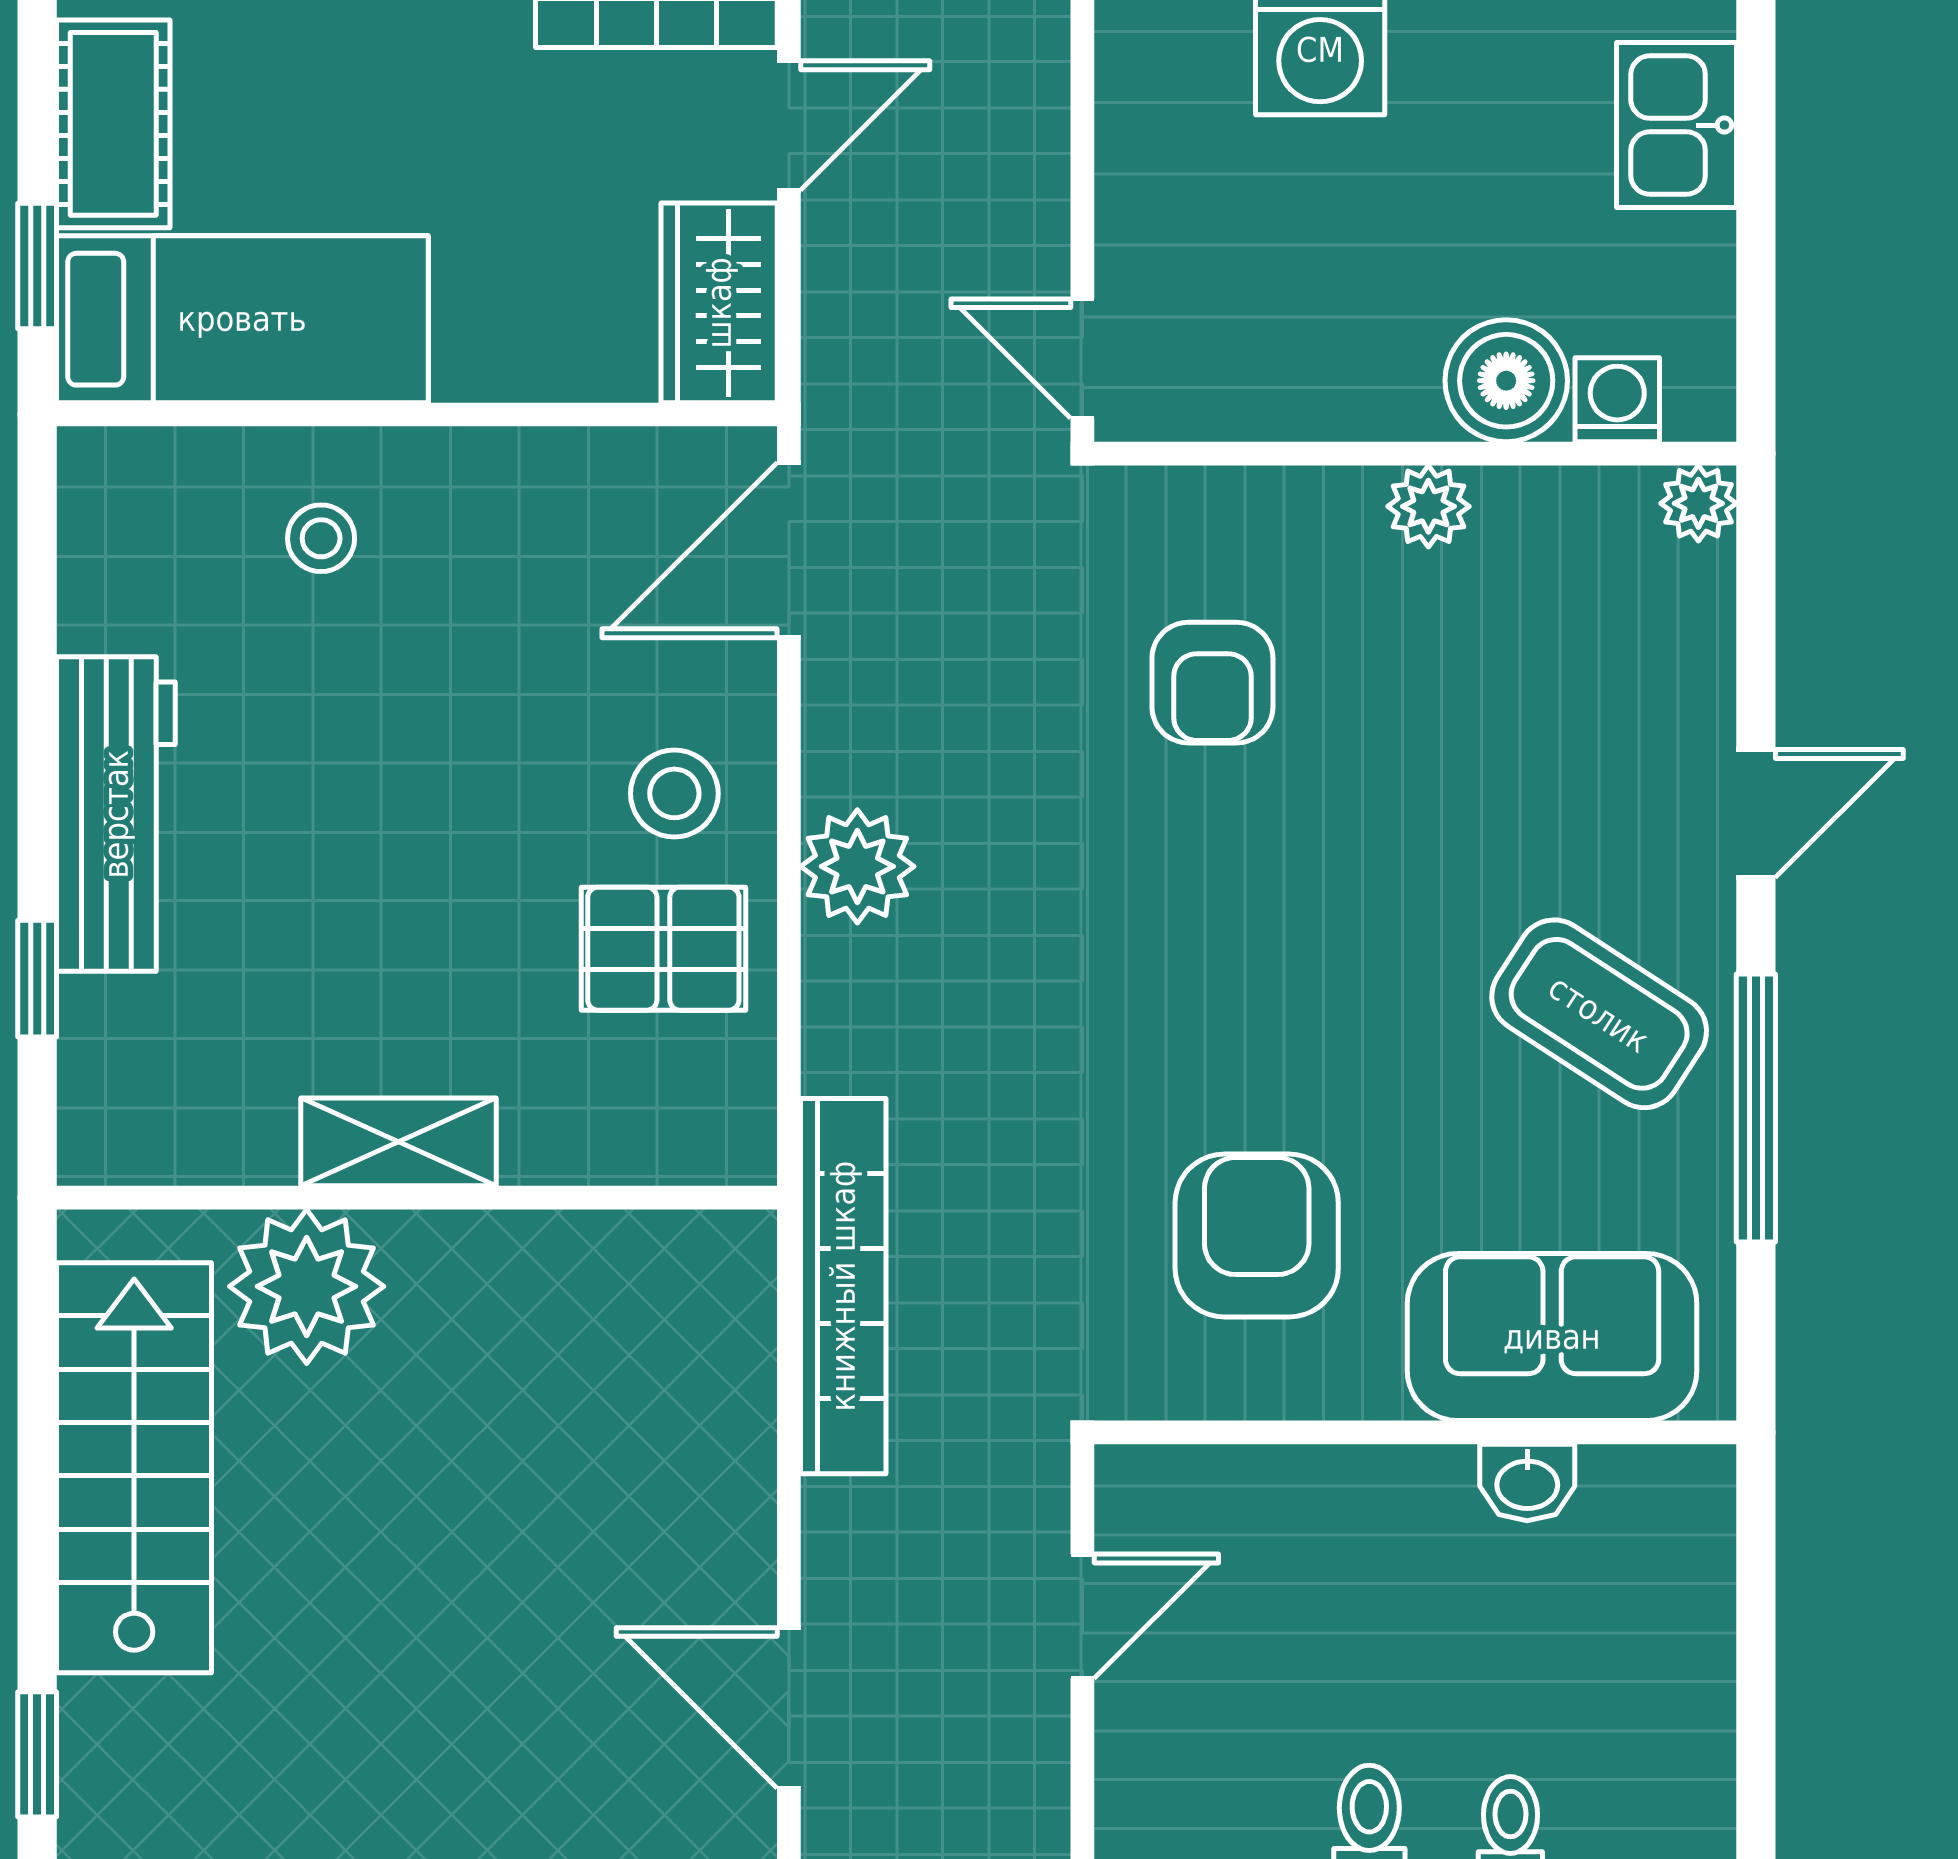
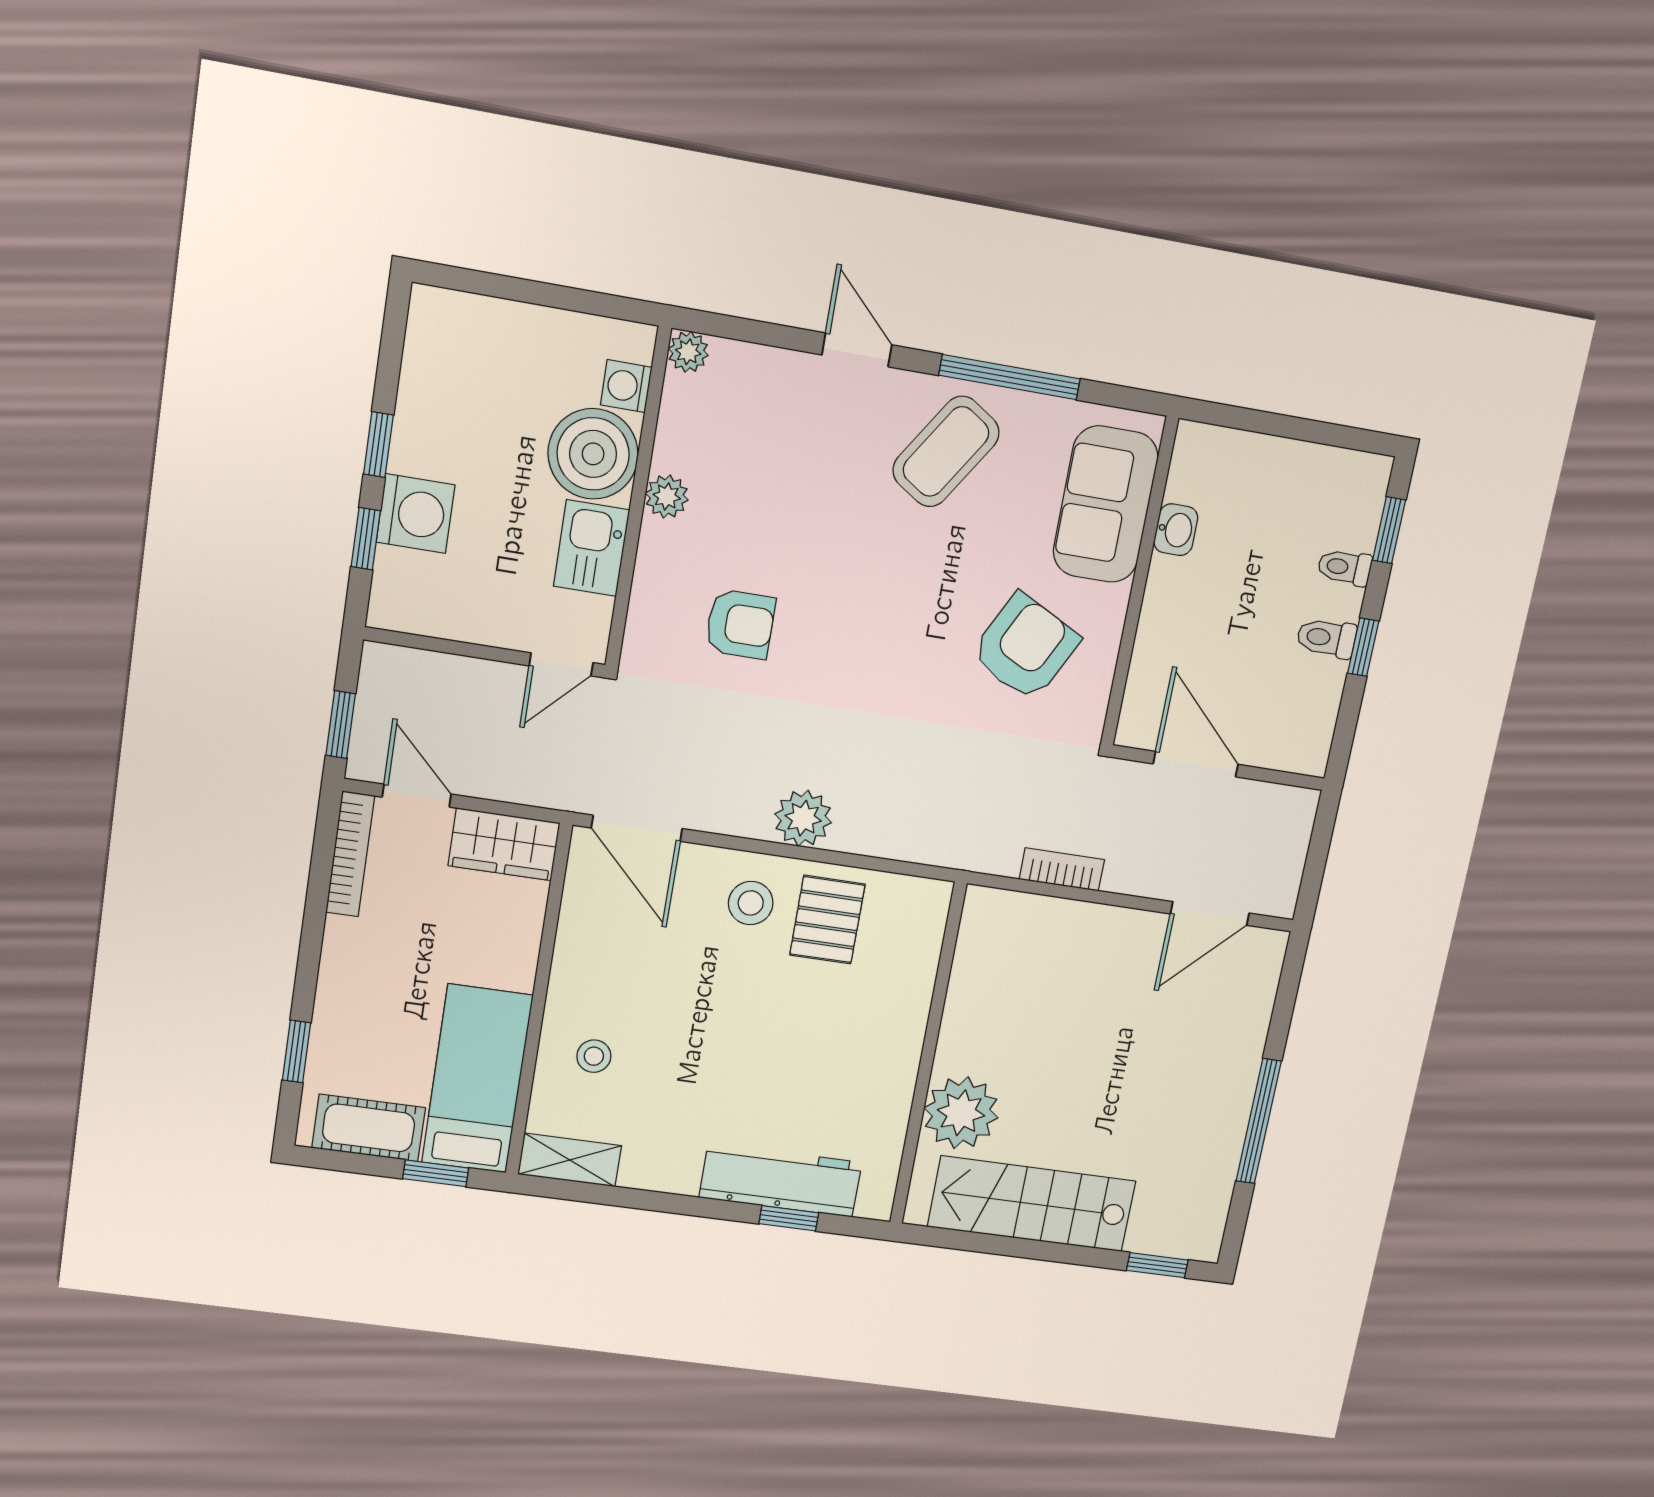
kitchen sink: (1676, 125) -> (592, 548), moved, turned 90
boiler: (1506, 381) -> (593, 454), width x1.37, depth x1.37
workbench: (116, 814) -> (781, 1180), moved
shelving: (398, 1142) -> (570, 1160), moved, turned 90
armchair: (1257, 1236) -> (1025, 647), turned 117
bookcase: (843, 1286) -> (1062, 869), width x0.43, depth x0.76
door: (1082, 1616) -> (1196, 764), width x1.37

